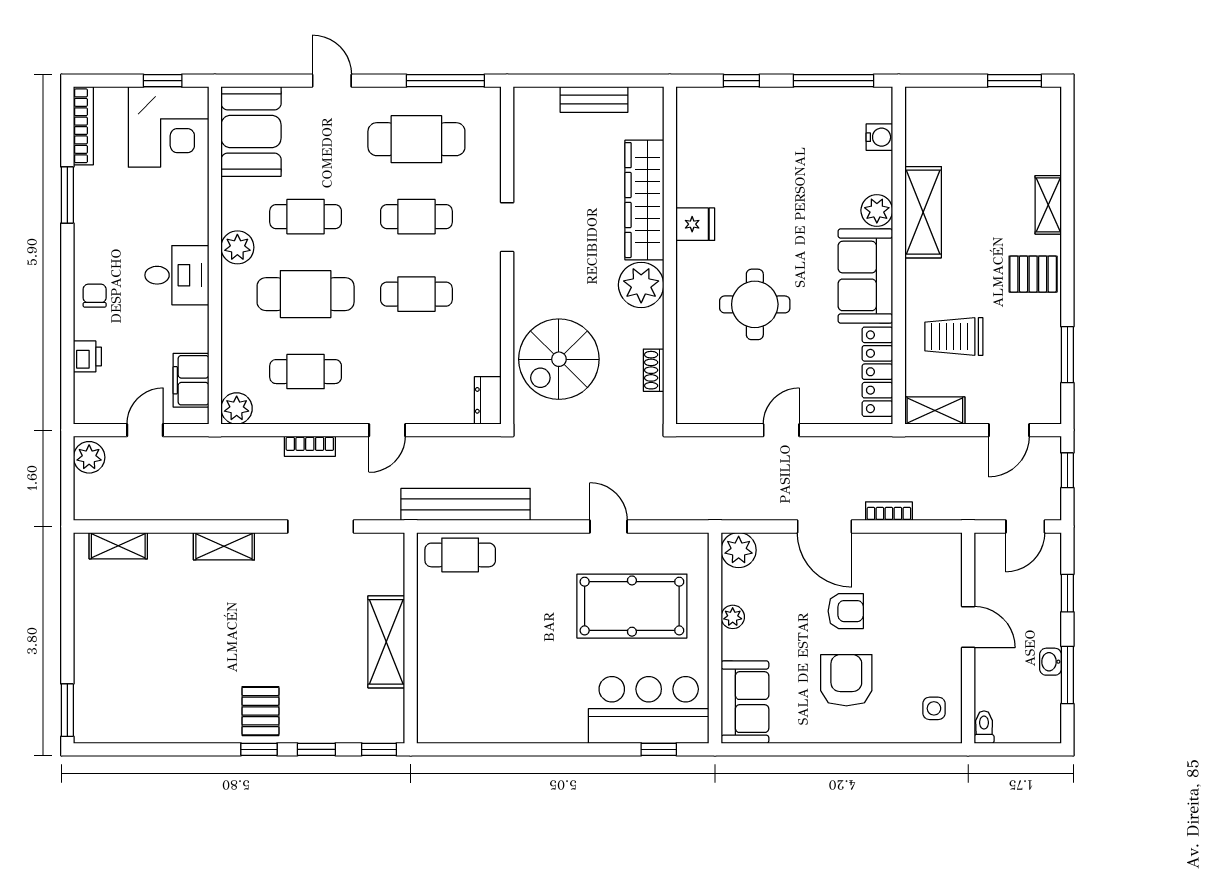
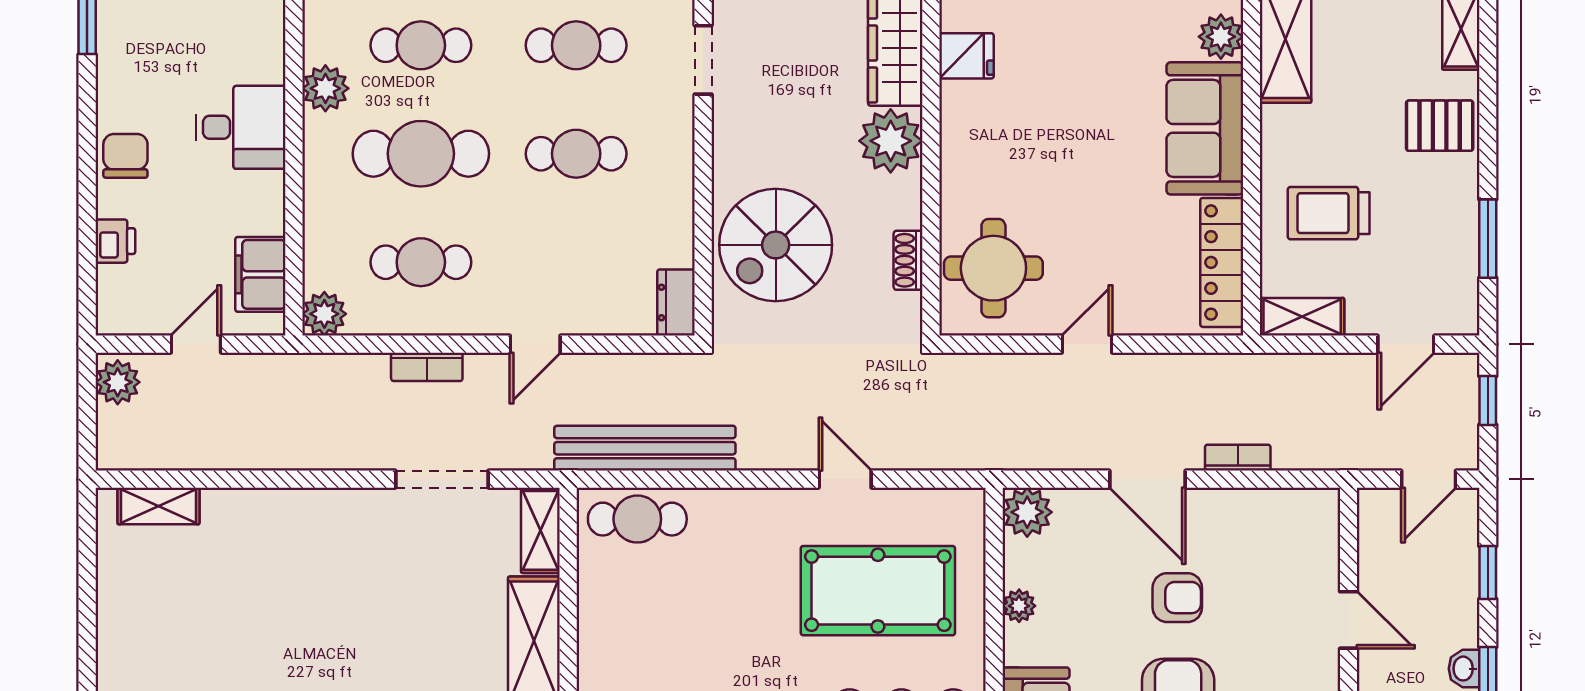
chair: (95, 296) -> (125, 156), width x1.37, depth x1.37
round table: (755, 304) -> (993, 268), moved
shelving: (224, 546) -> (540, 530), moved, turned 90

